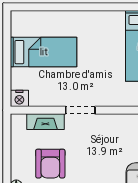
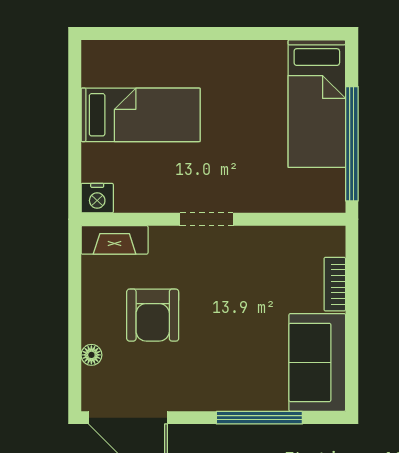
fireplace: (45, 122) -> (115, 240), moved

